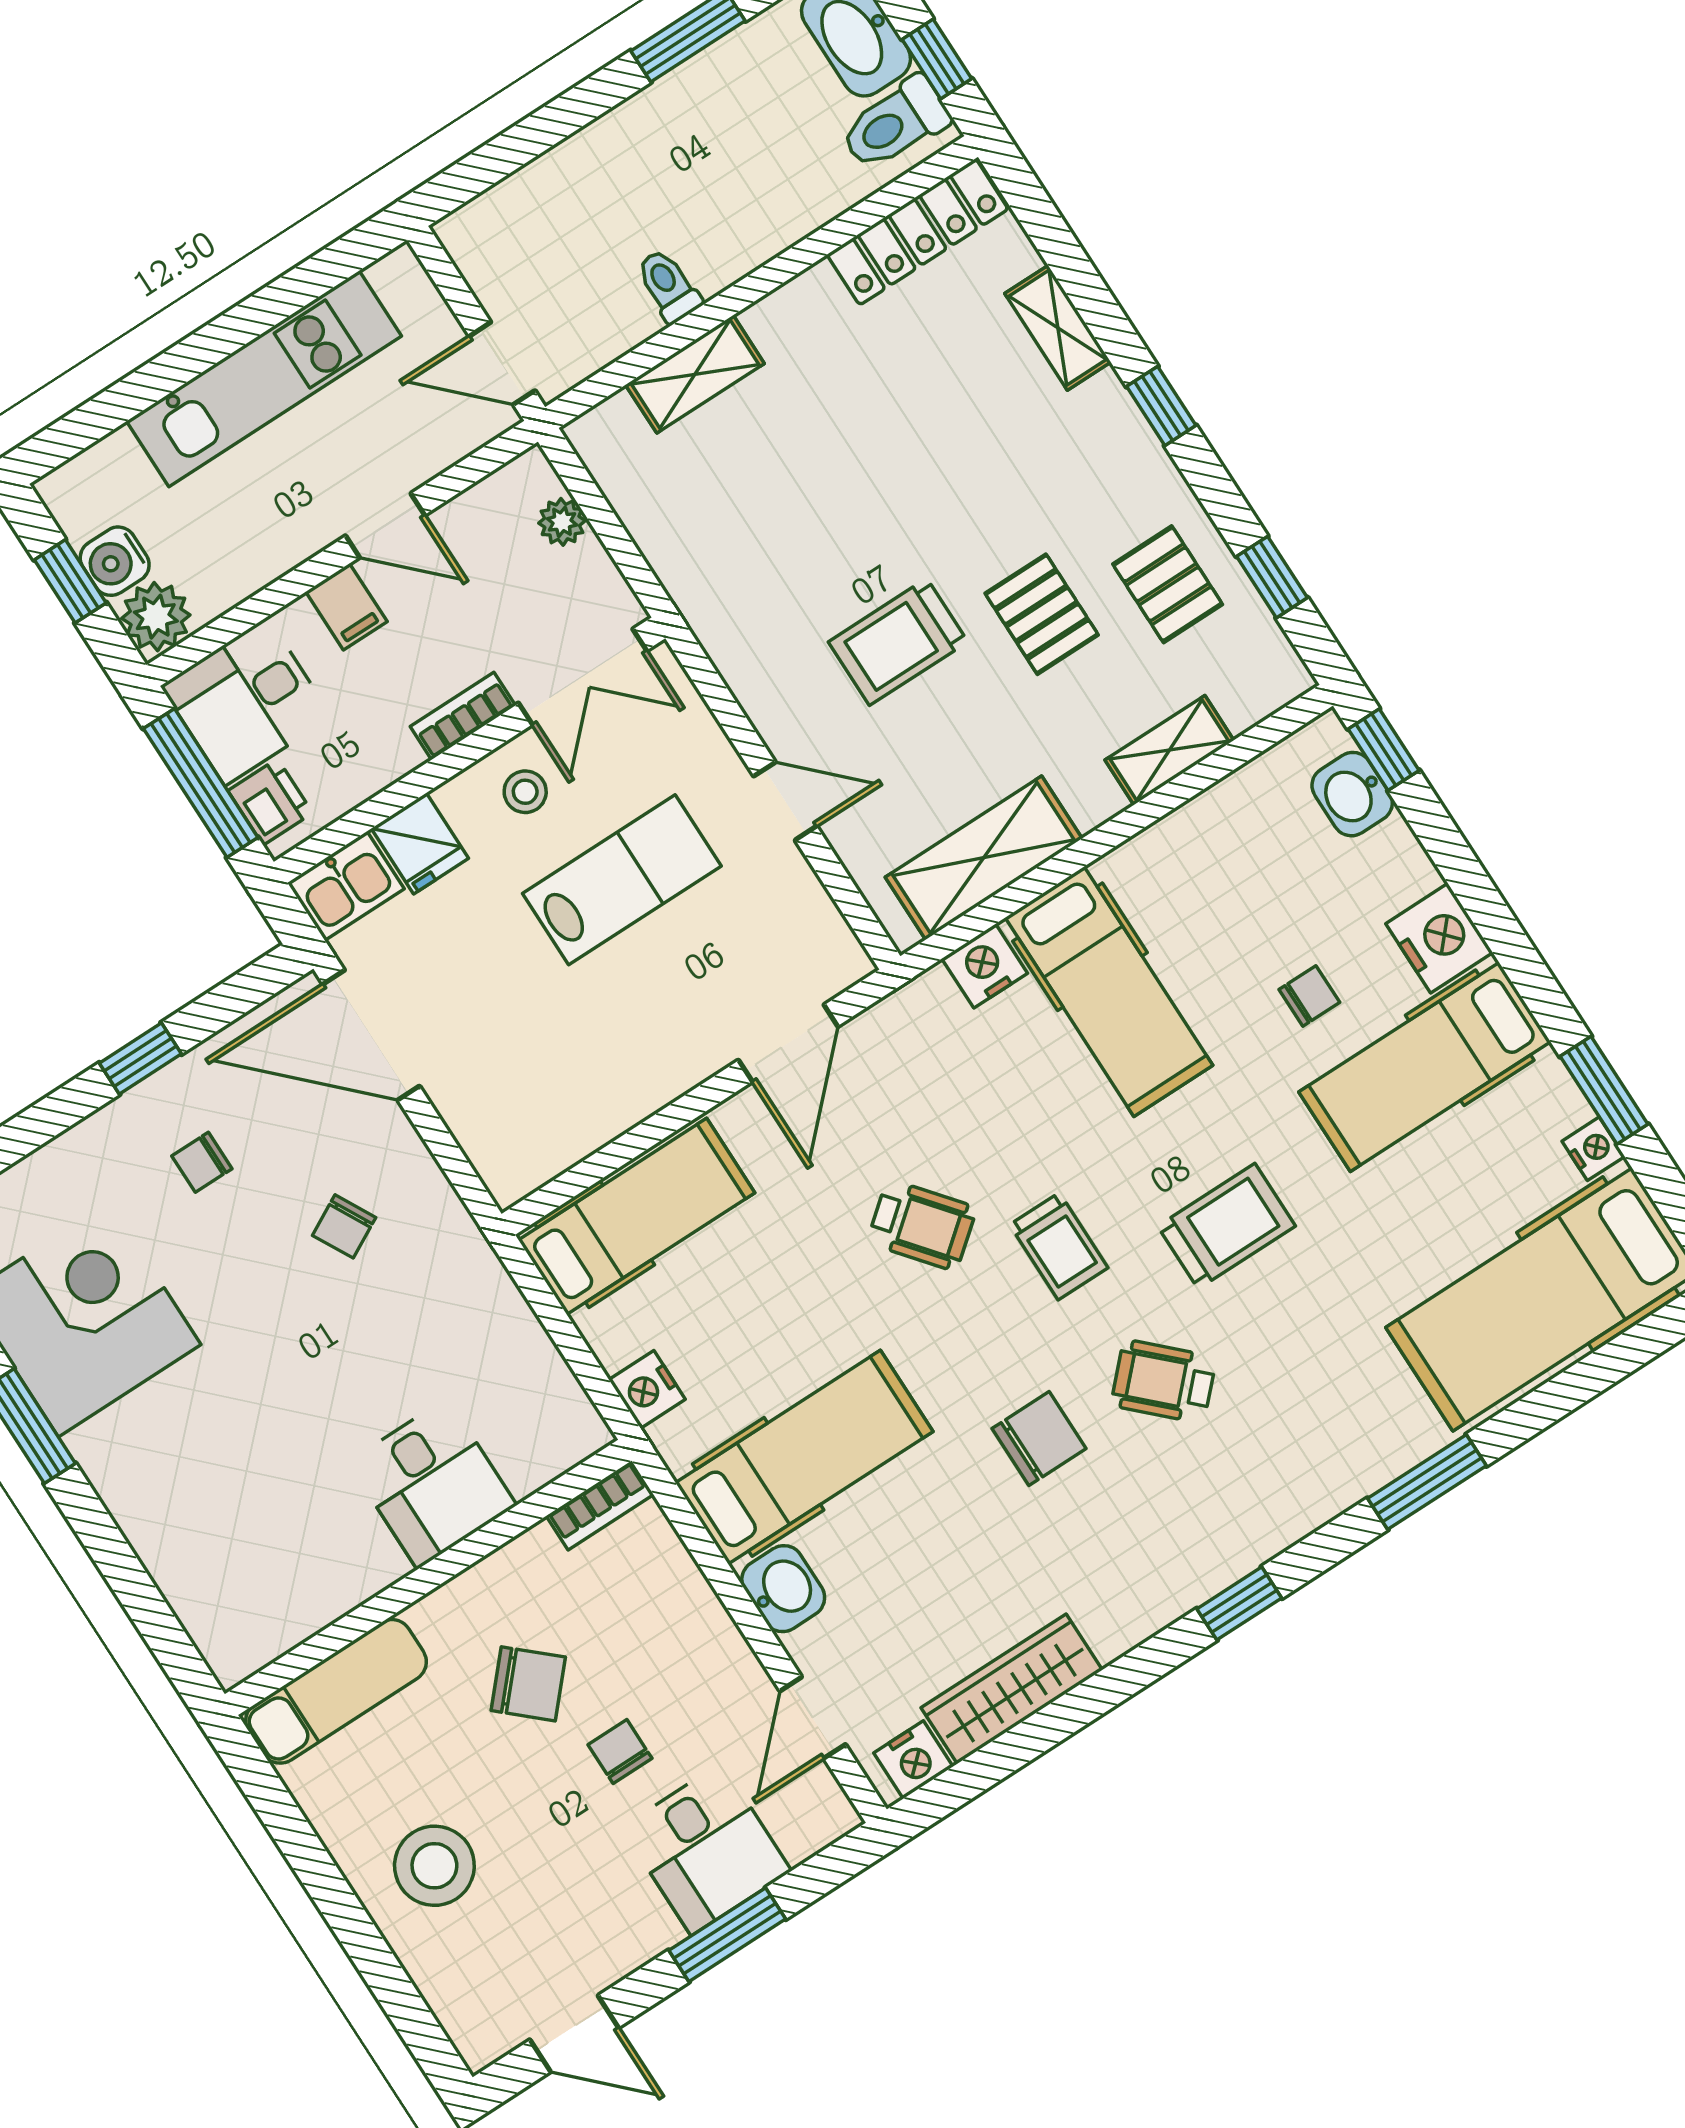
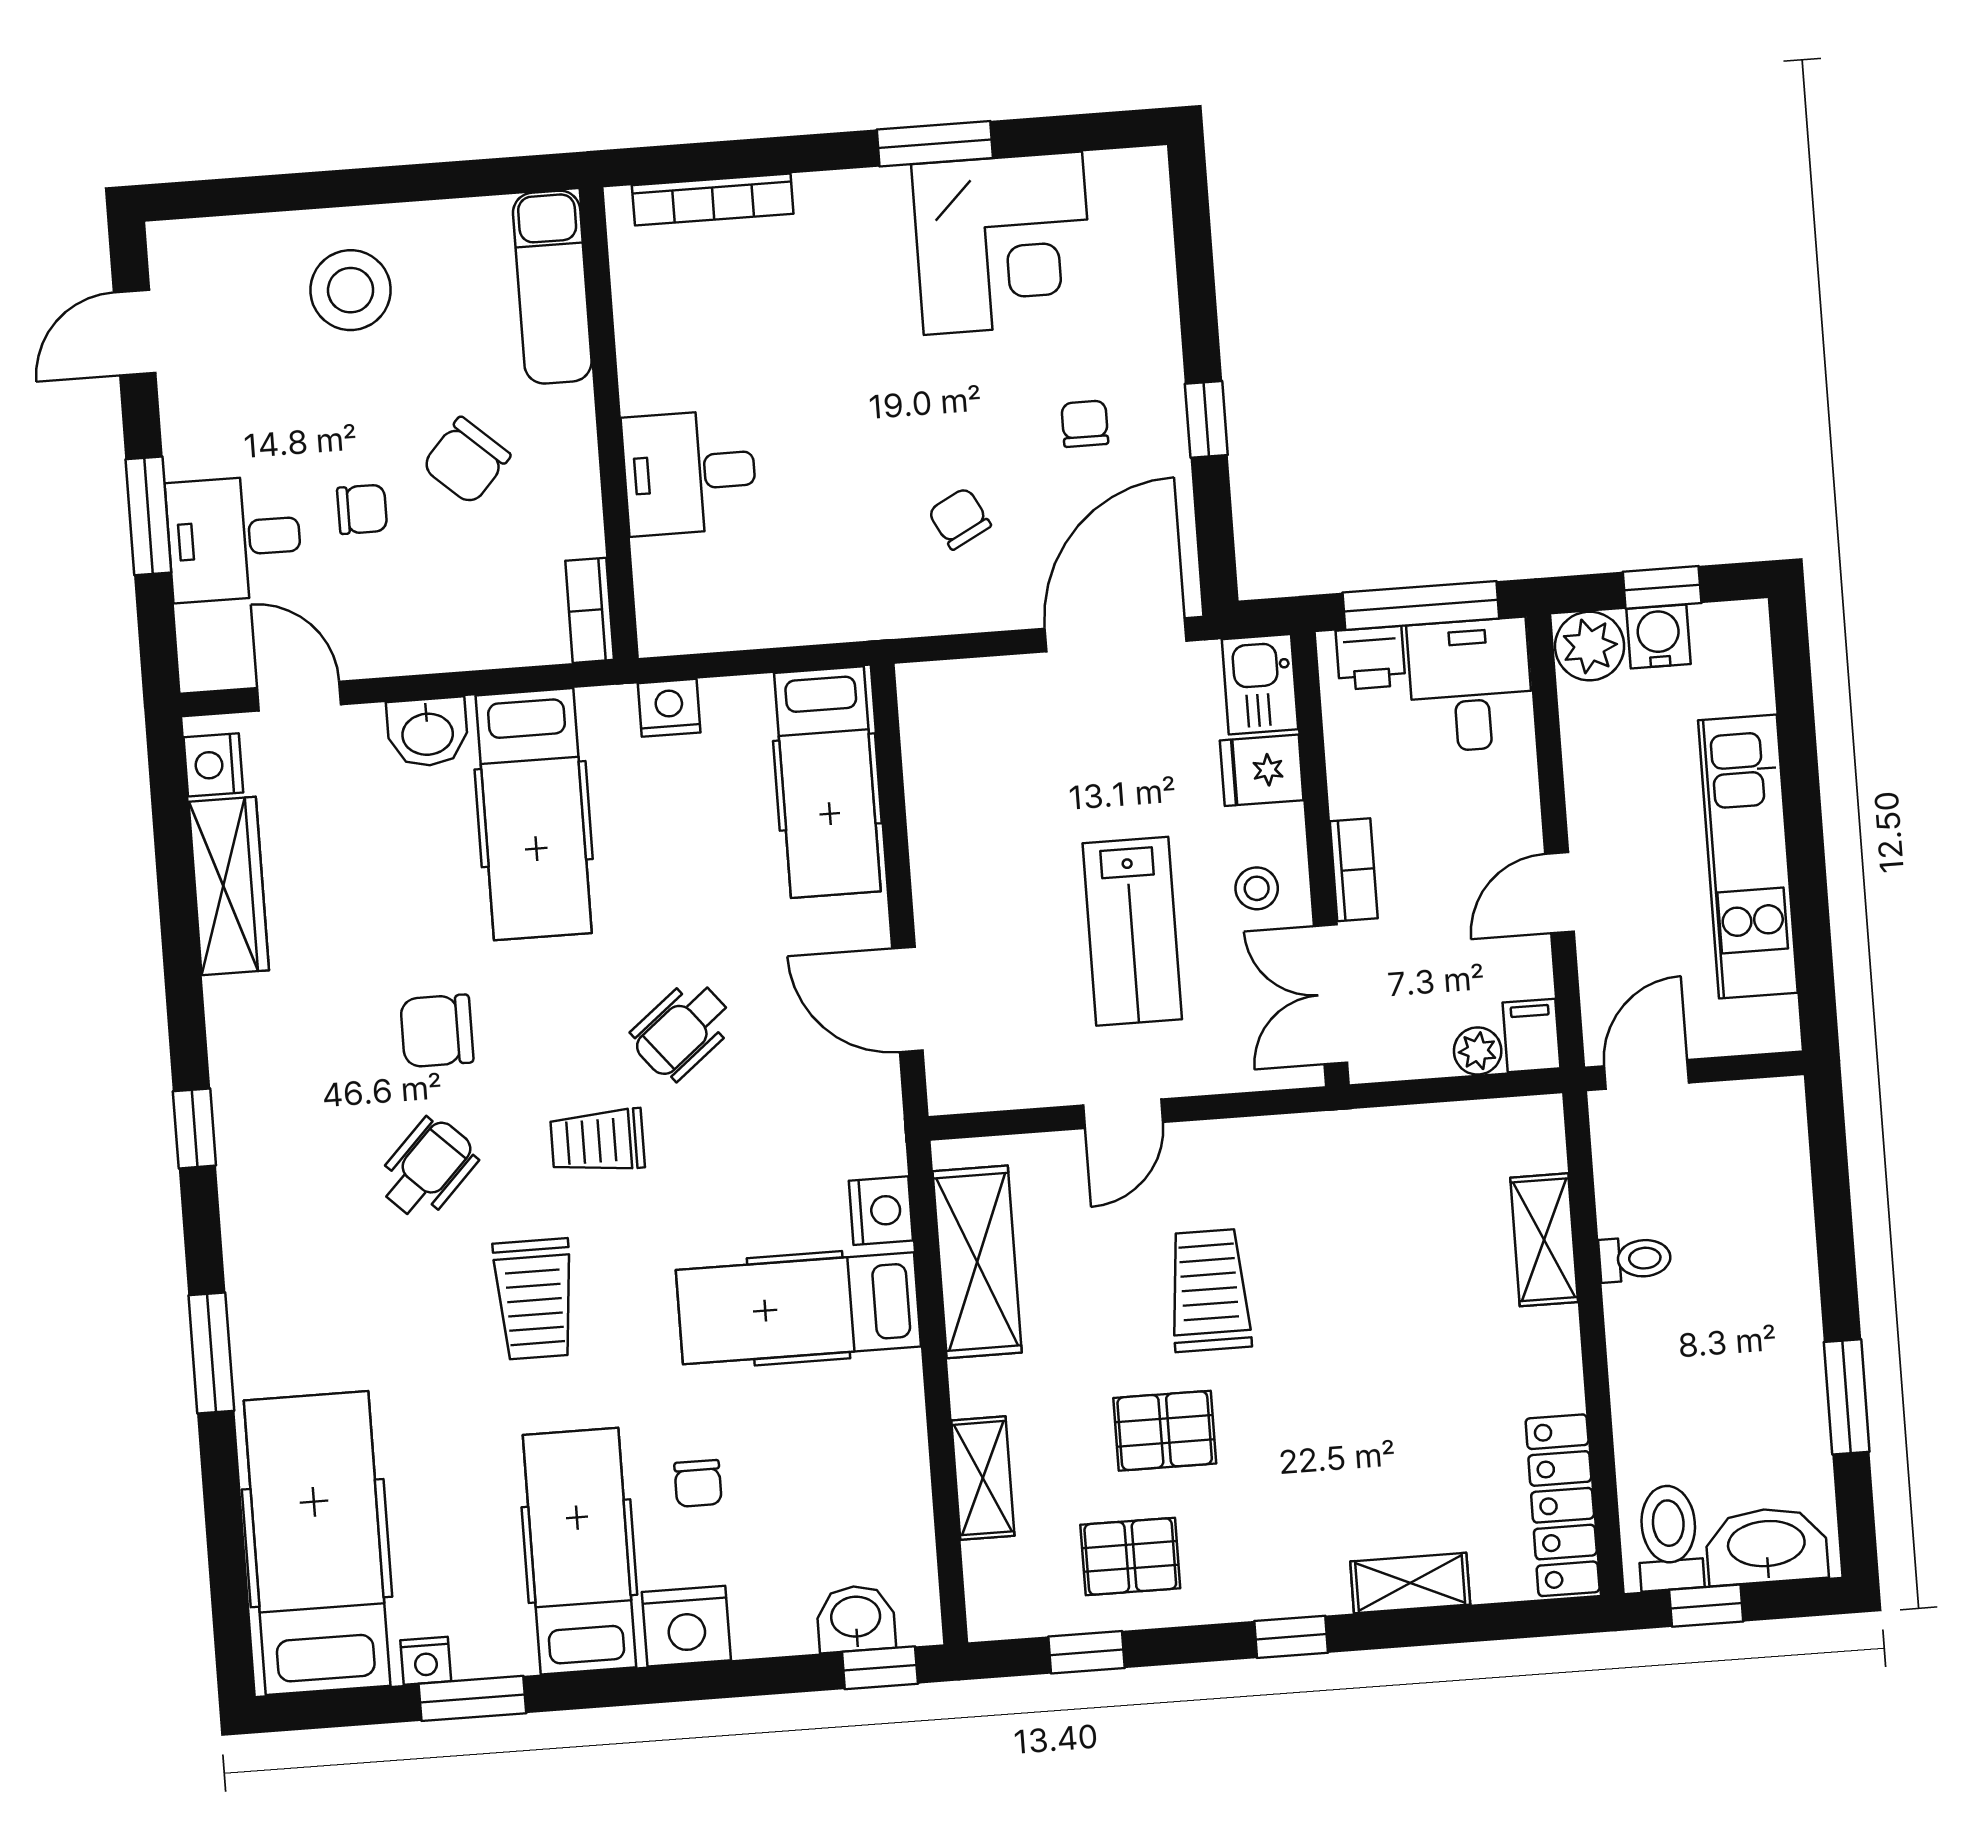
filing cabinet: (346, 607) -> (1531, 1035), moved, turned 90
chair: (1039, 1439) -> (437, 1031), turned 90
bookcase: (183, 1593) -> (713, 200), added

